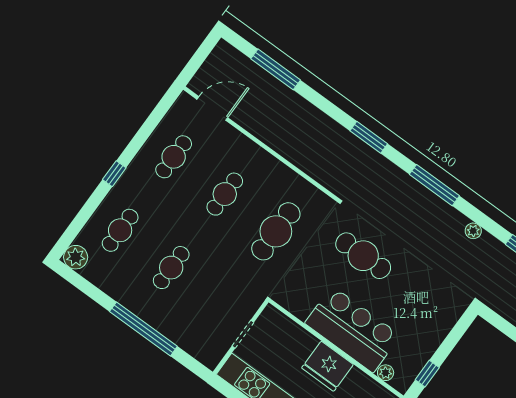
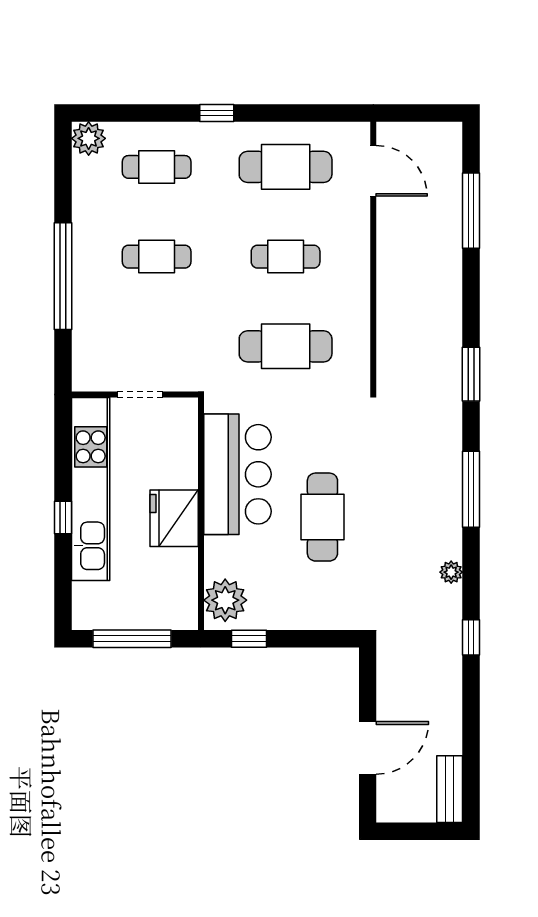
cafe table: (174, 157) -> (286, 167), width x1.37, depth x1.35
cafe table: (363, 256) -> (322, 517), moved
bar counter: (353, 329) -> (237, 474), moved
plant: (386, 373) -> (225, 600), width x1.88, depth x1.88

